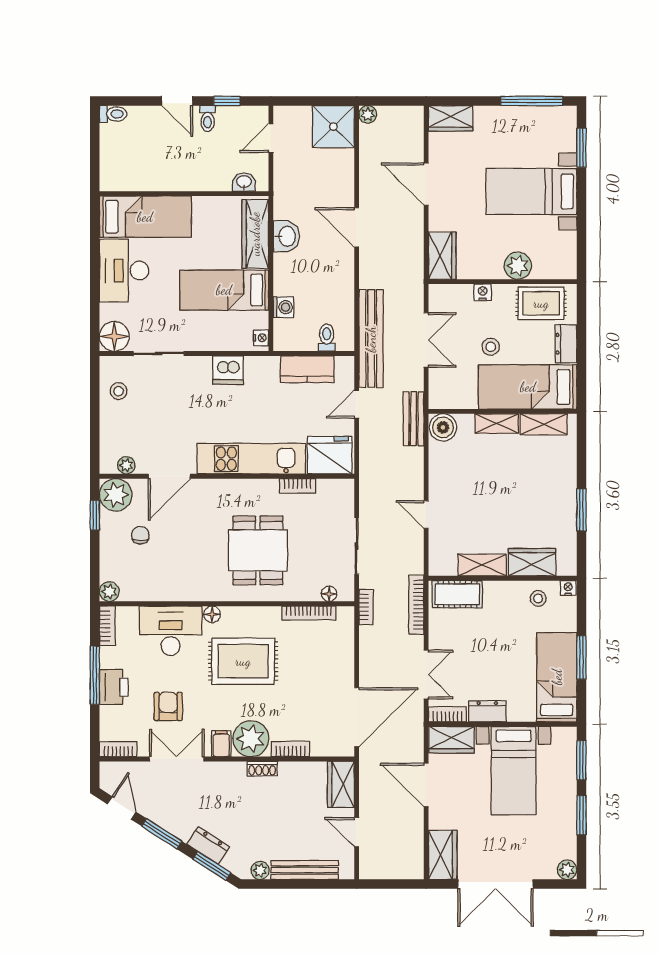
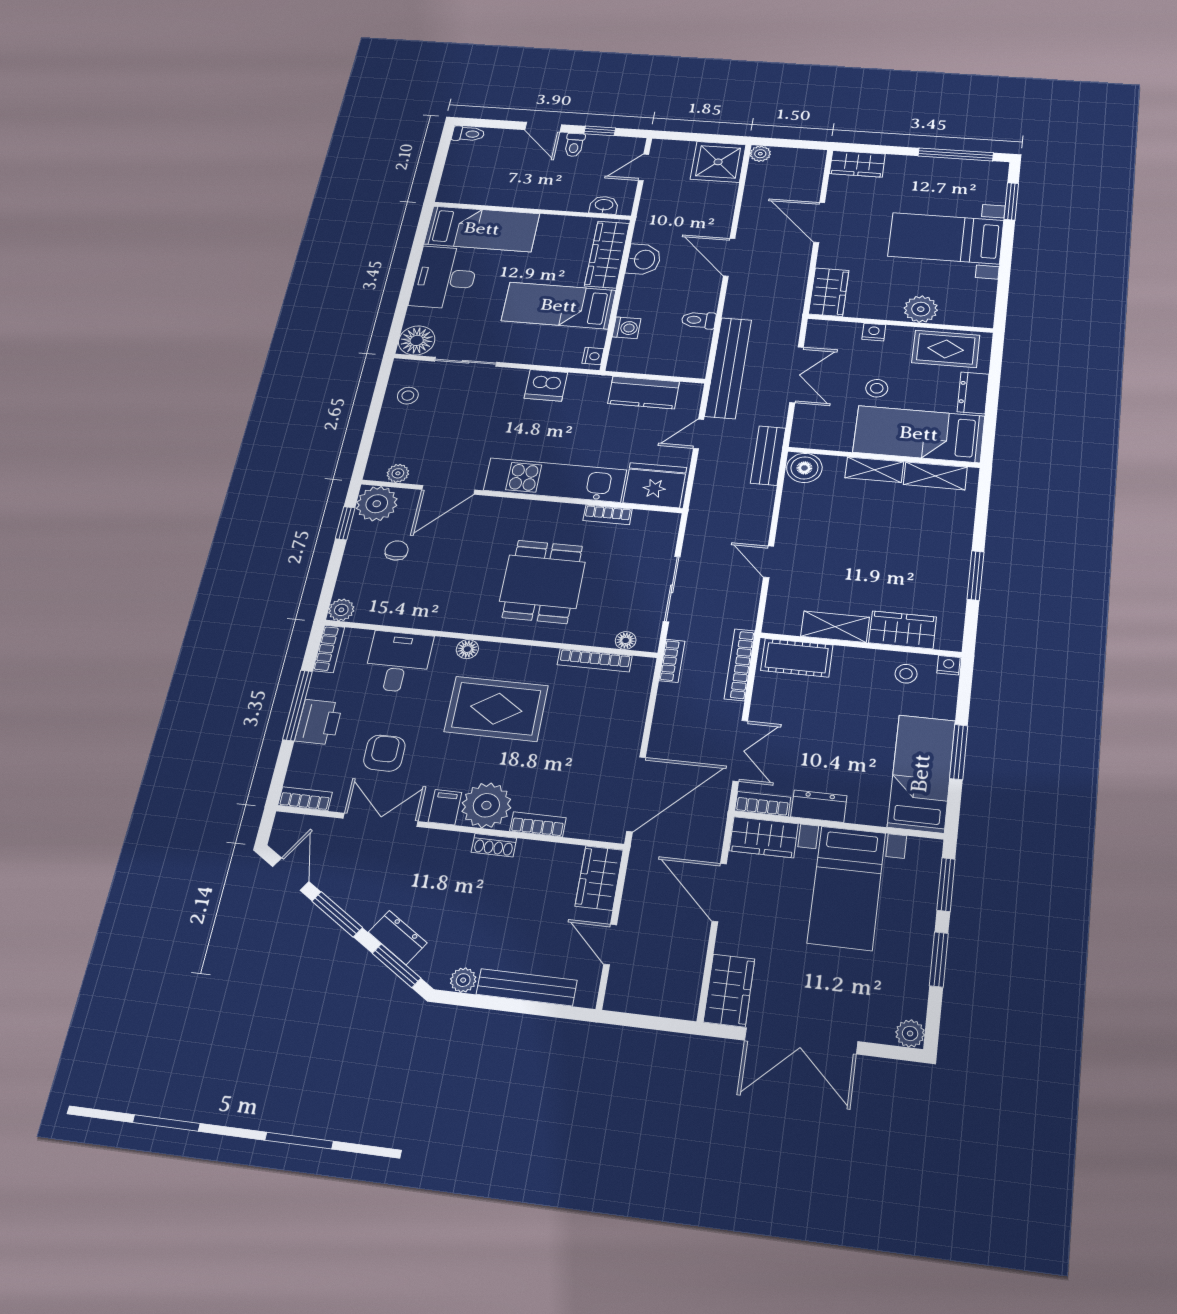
toilet: (327, 338) -> (699, 320), moved, turned -90
desk: (171, 631) -> (398, 662), width x0.73

